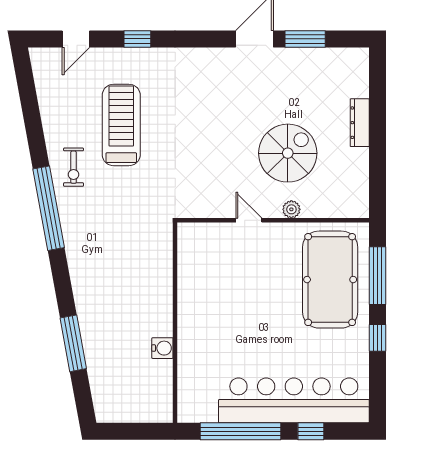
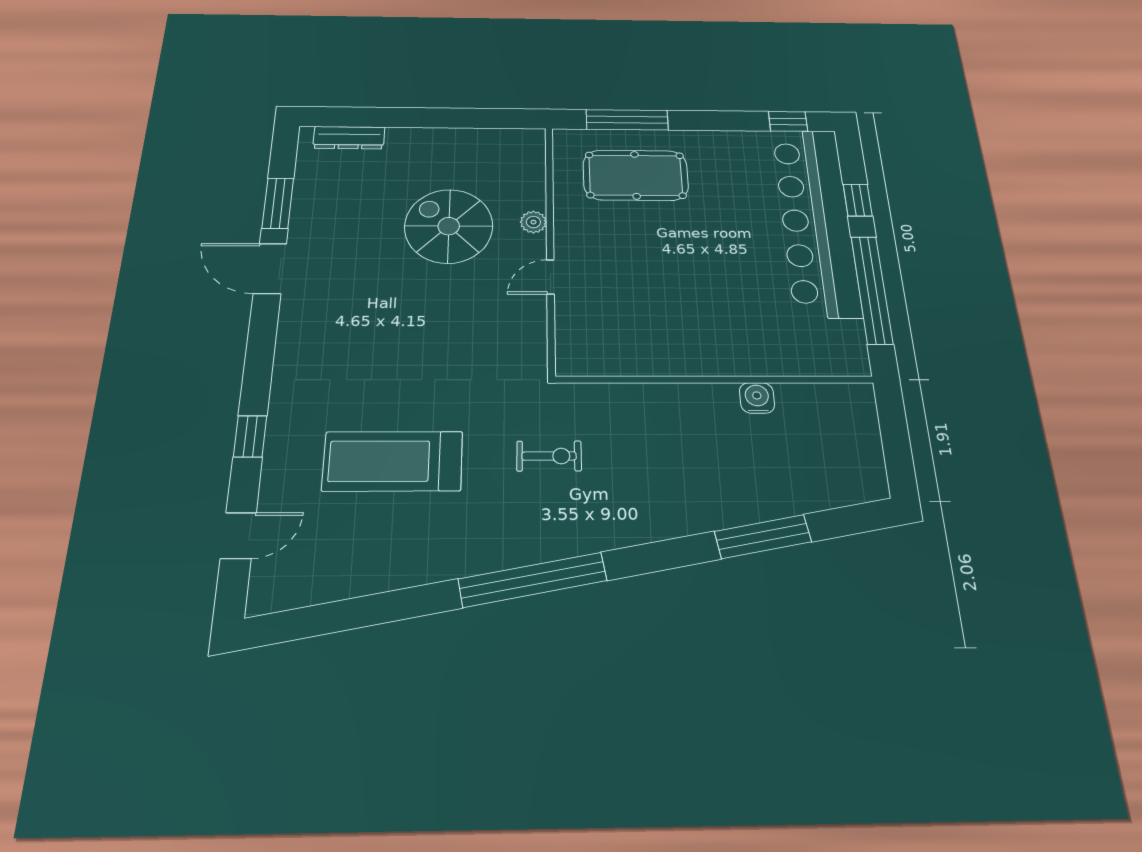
door: (76, 39) -> (238, 535), hinge flipped
dresser: (360, 123) -> (349, 138), moved
exercise bike: (74, 167) -> (549, 456), moved
pool table: (330, 280) -> (636, 175), width x0.73, depth x0.76
window: (377, 338) -> (788, 121), moved

